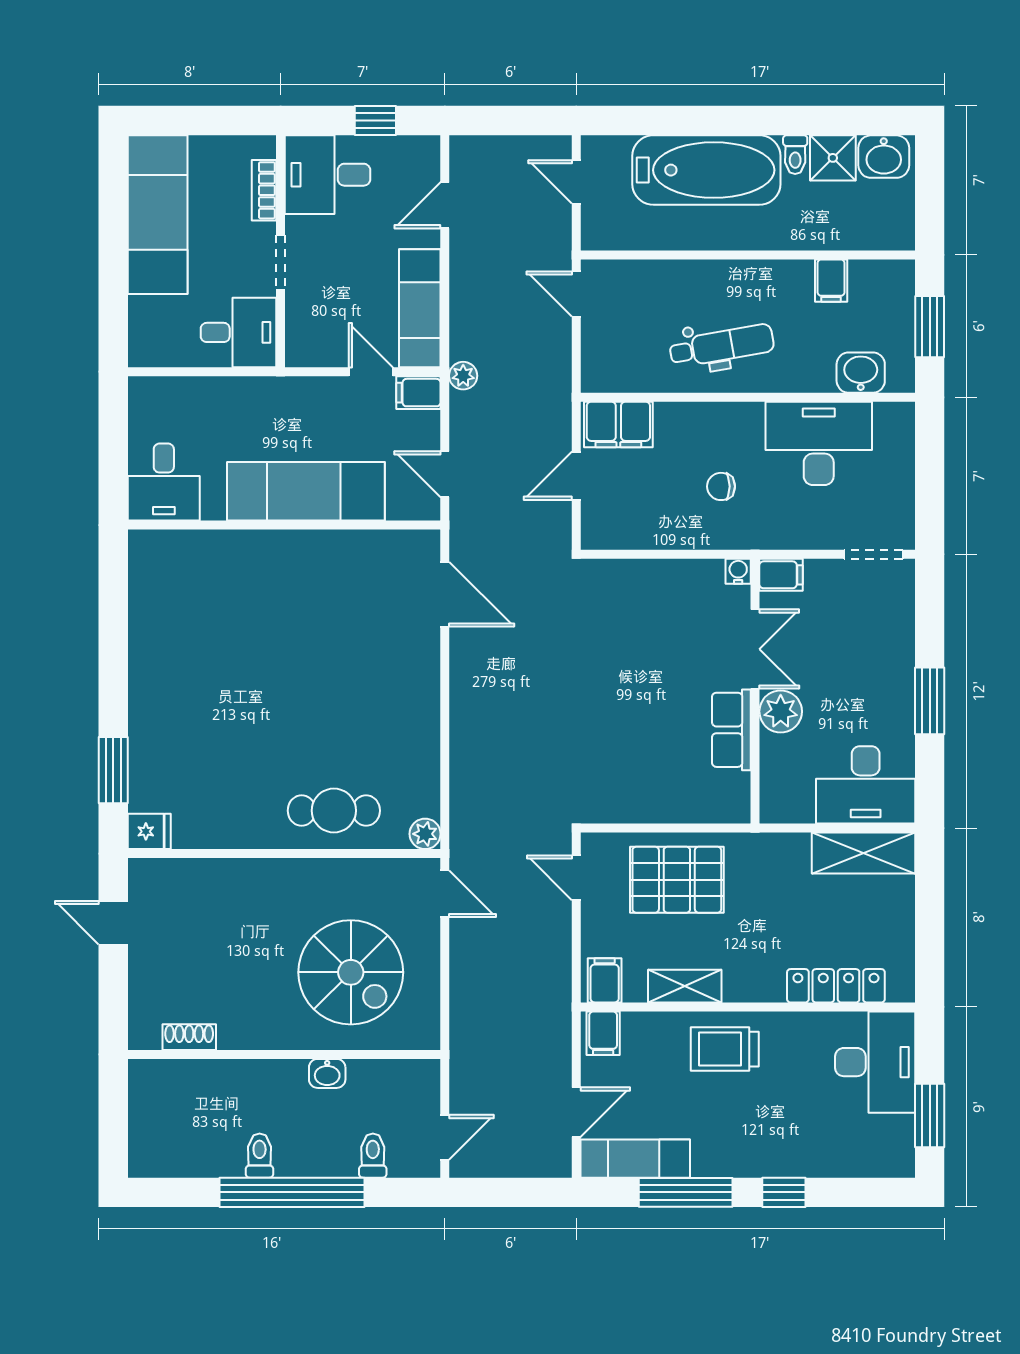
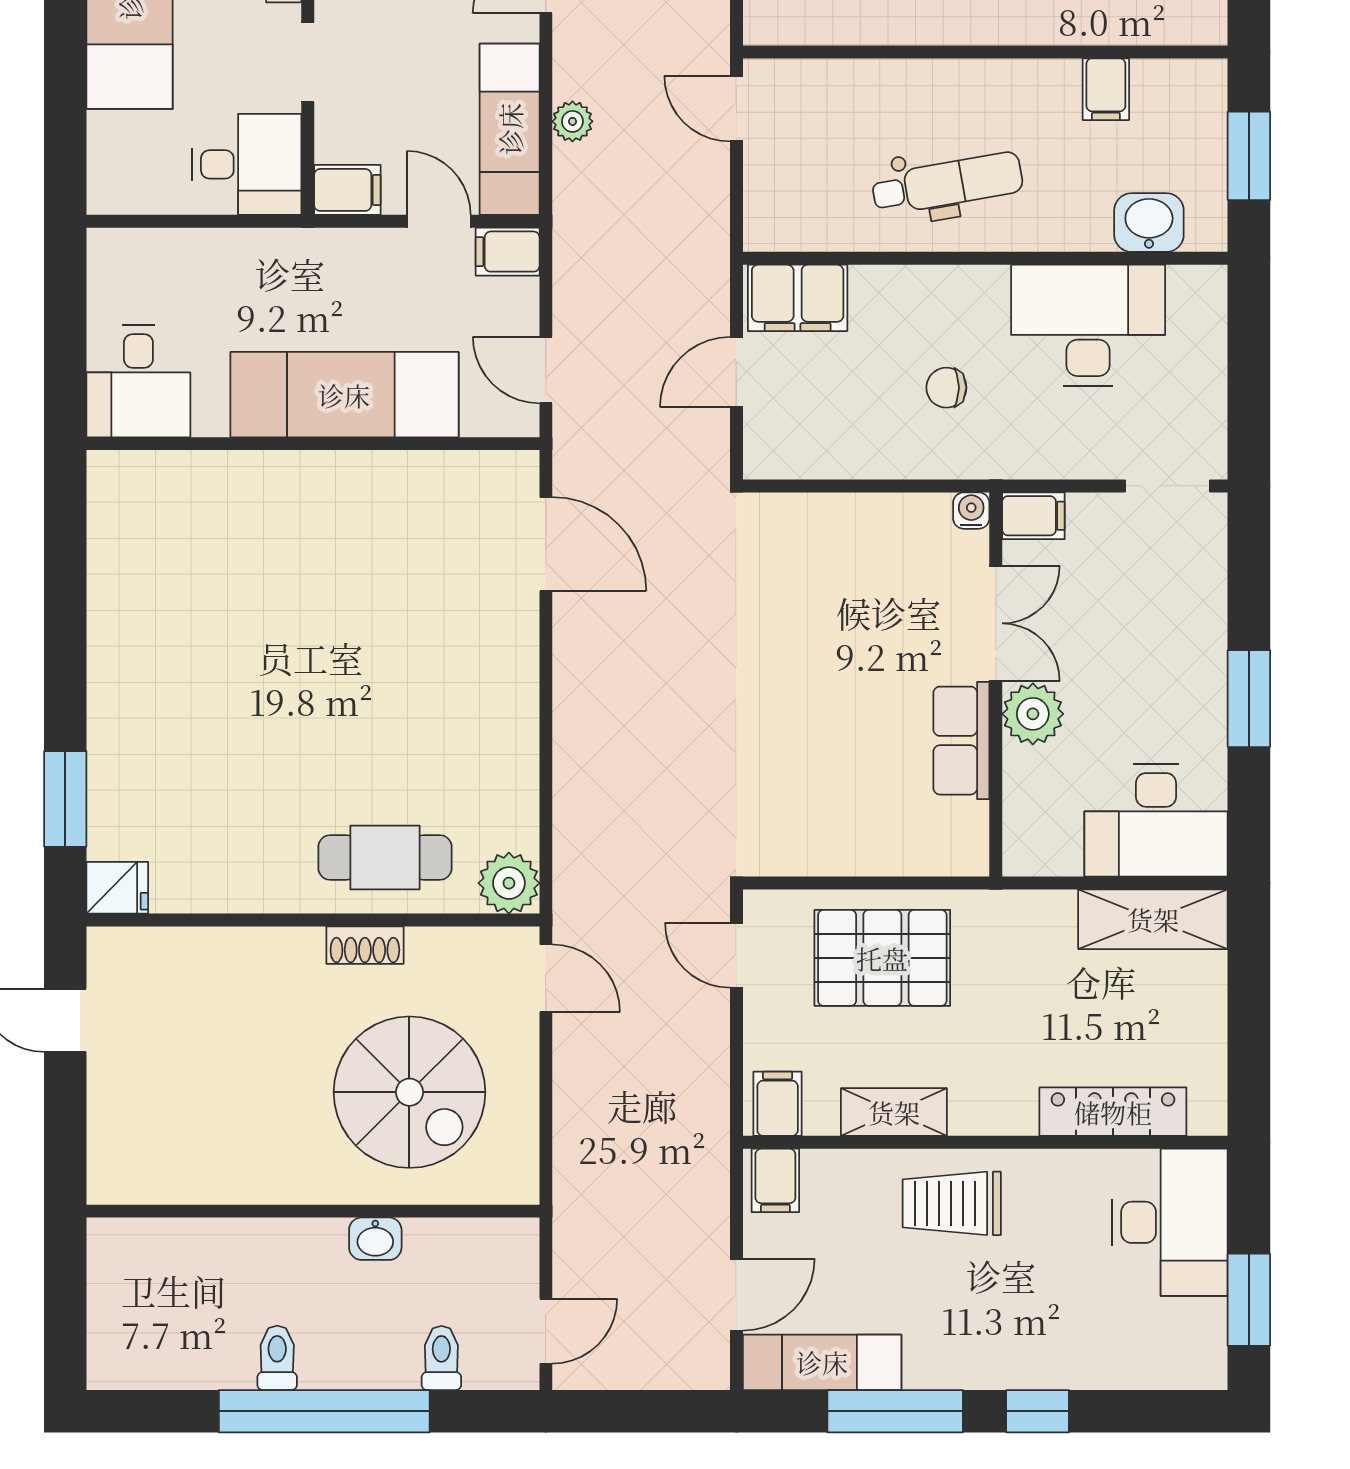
filing cabinet: (308, 350) -> (347, 190), added
plant: (463, 376) -> (572, 121), moved
plant: (425, 834) -> (509, 883), width x1.38, depth x1.38
shoe rack: (189, 1037) -> (365, 945), moved, turned 180

